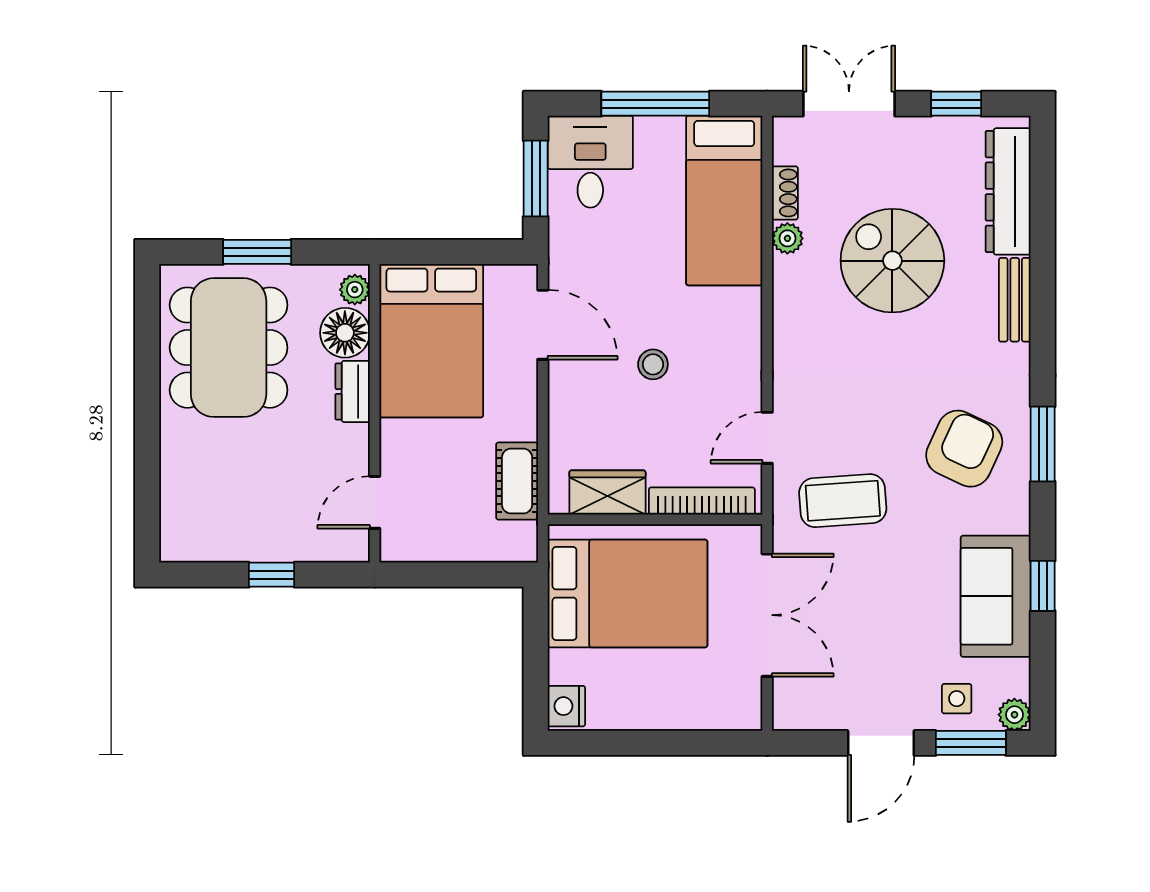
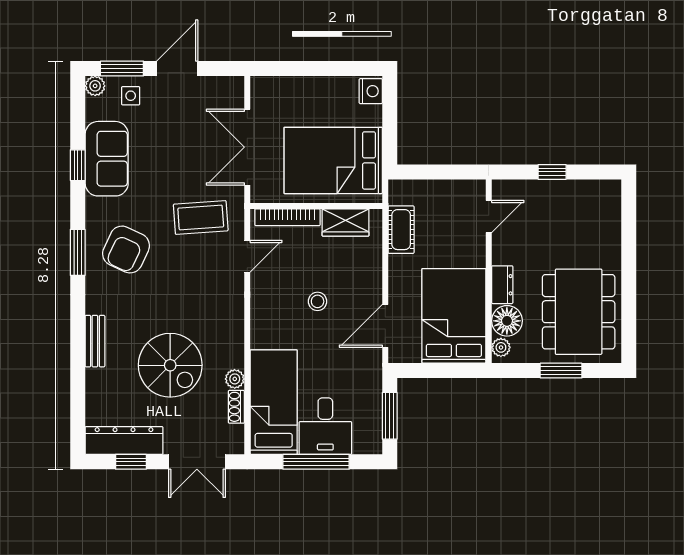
desk: (590, 162) -> (325, 426), moved
dresser: (1008, 191) -> (124, 440), moved, turned -90
door: (543, 325) -> (385, 326), hinge flipped

